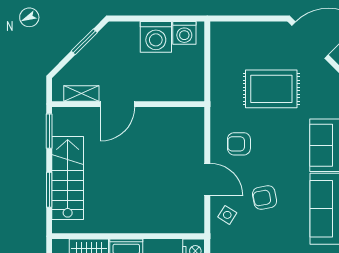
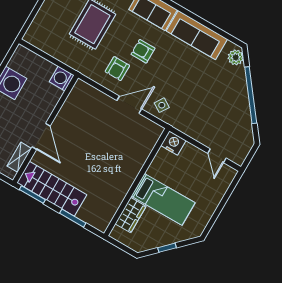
washing machine: (184, 33) -> (62, 79), moved, turned 180
stairs: (68, 178) -> (52, 189), moved
armchair: (265, 197) -> (143, 51), moved, turned 101

